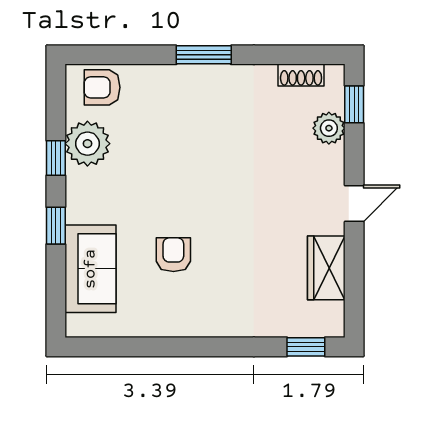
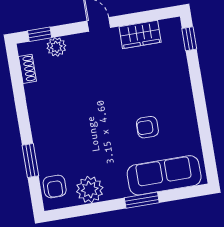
window: (204, 55) -> (30, 160), moved
window: (56, 158) -> (101, 207), removed
window: (56, 226) -> (142, 200), width x1.50
sofa: (90, 269) -> (164, 175), width x1.36

